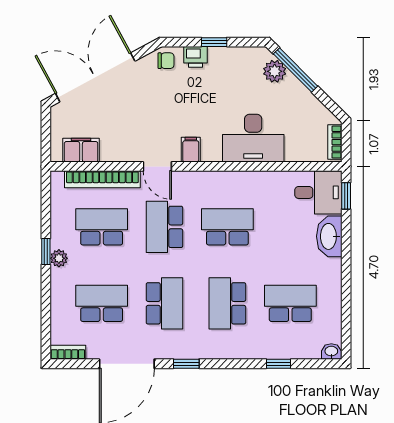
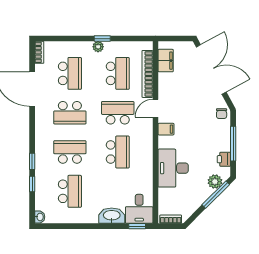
window: (214, 42) -> (233, 144), width x2.17
printer: (195, 57) -> (224, 159), moved
window: (186, 364) -> (32, 161), moved

